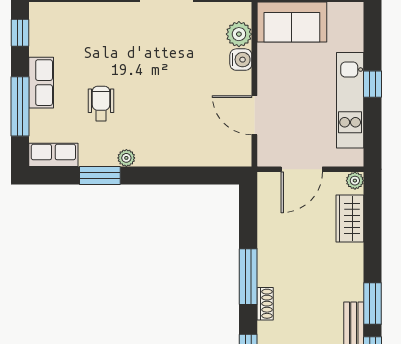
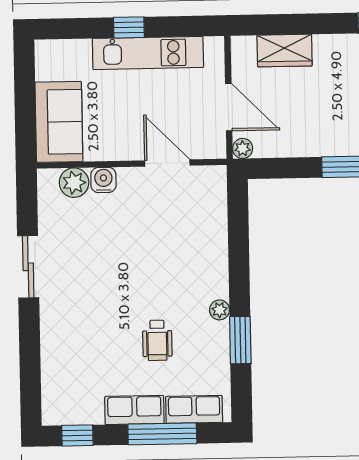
wheelchair: (101, 104) -> (157, 340), turned -90
door: (254, 115) -> (167, 163), swing flipped
row of seats: (53, 155) -> (194, 409), moved, turned 90
plant: (355, 181) -> (243, 148), moved

